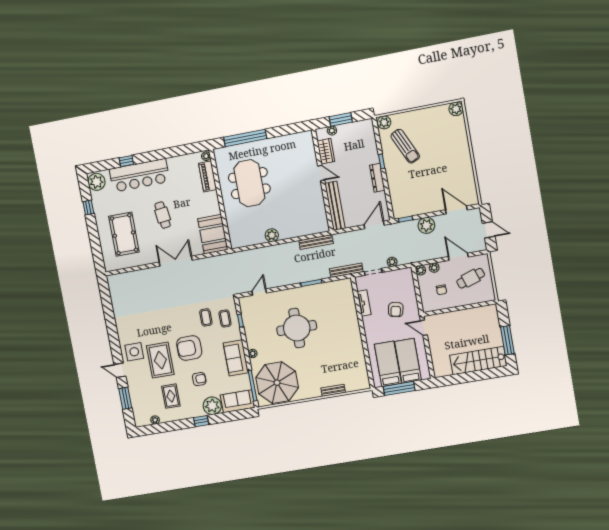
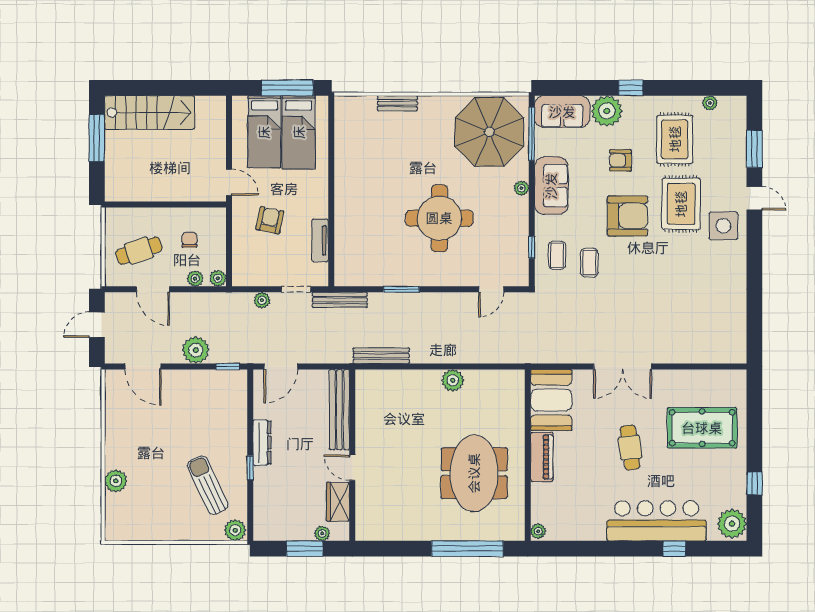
plant: (456, 109) -> (116, 481), moved
piano: (208, 176) -> (542, 457), moved
door: (489, 230) -> (97, 325), hinge flipped
pool table: (124, 234) -> (702, 428), turned 90
rug: (171, 396) -> (675, 139), width x1.36, depth x1.43

